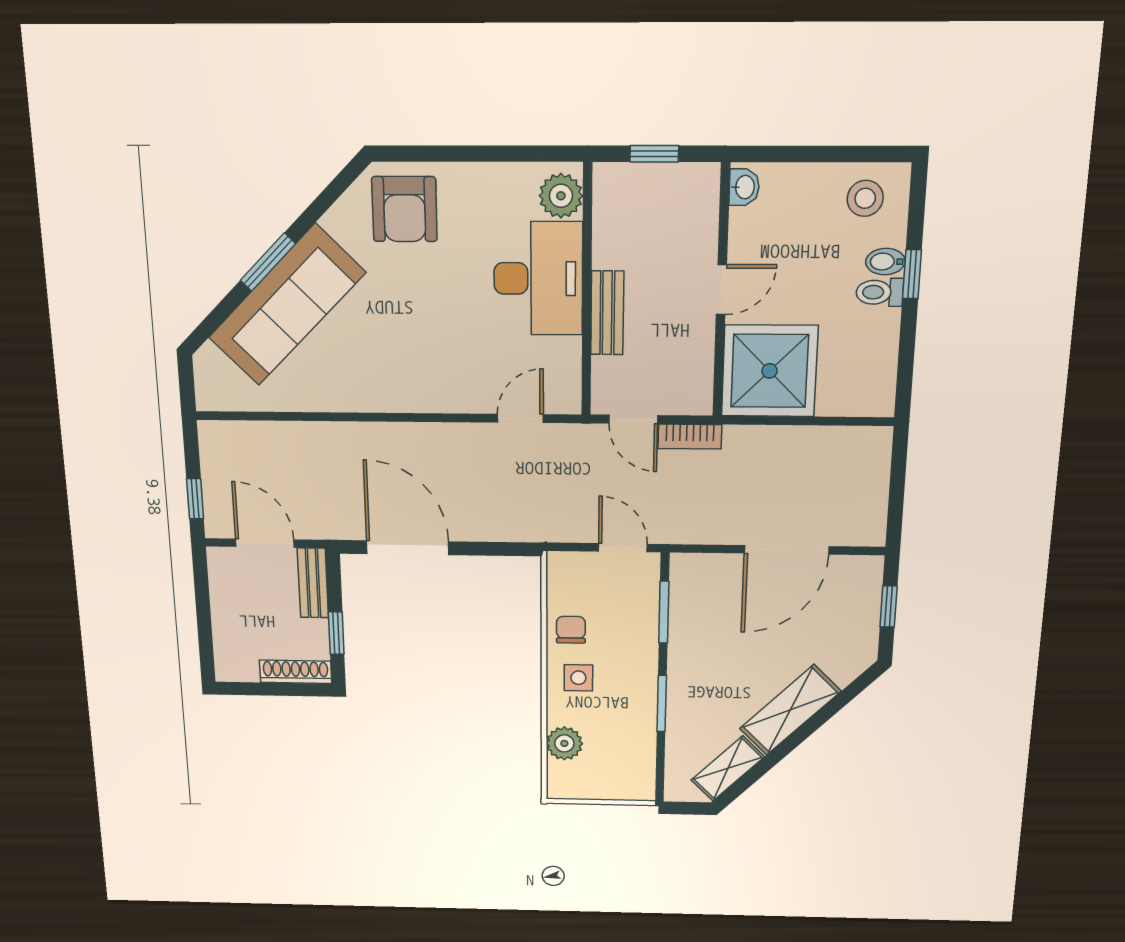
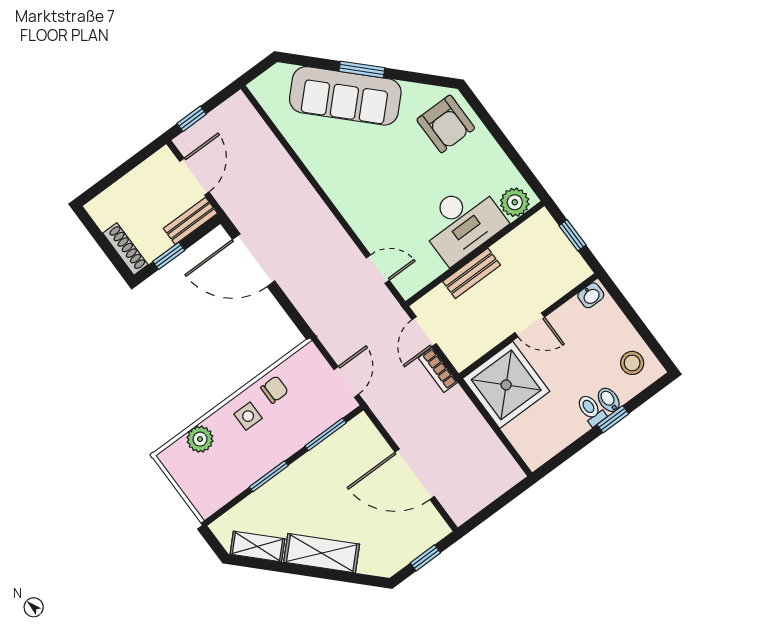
armchair: (404, 209) -> (446, 124), turned -90
door: (408, 548) -> (254, 260), swing flipped

